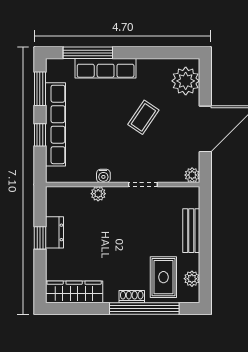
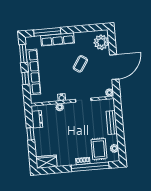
dresser: (54, 232) -> (37, 119), moved
wardrobe: (74, 292) -> (46, 162), width x0.67

